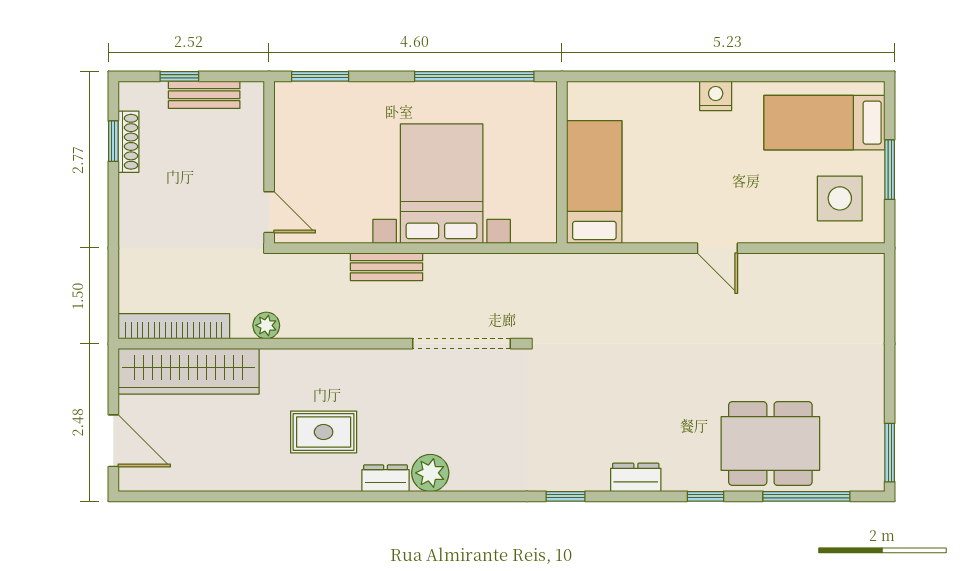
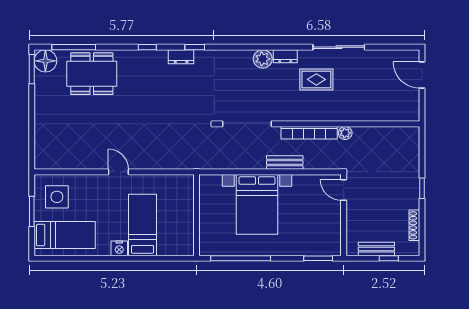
window: (113, 141) -> (422, 188), moved
bed: (594, 182) -> (142, 225), moved, turned 180
bookcase: (174, 326) -> (309, 133), moved
wardrobe: (189, 371) -> (384, 110), removed
floor lamp: (863, 469) -> (45, 61), added
dresser: (636, 477) -> (181, 57), moved
sliding door: (279, 496) -> (339, 47), added
window: (706, 496) -> (147, 47), moved

